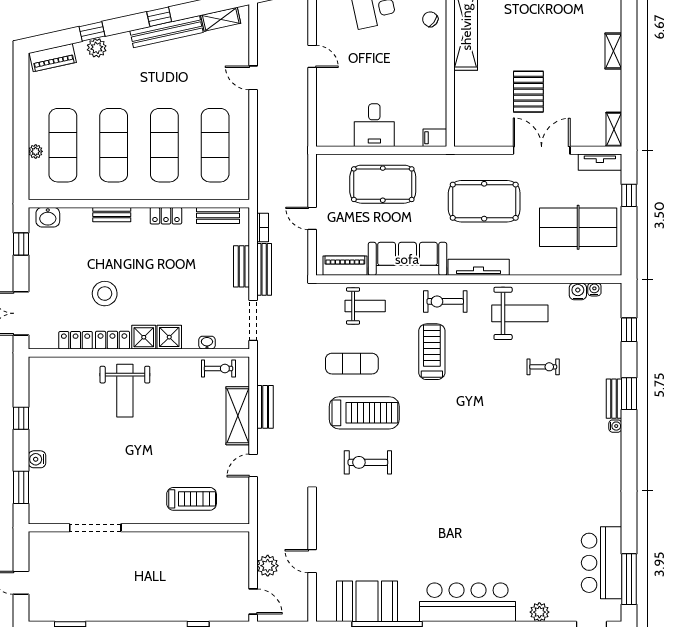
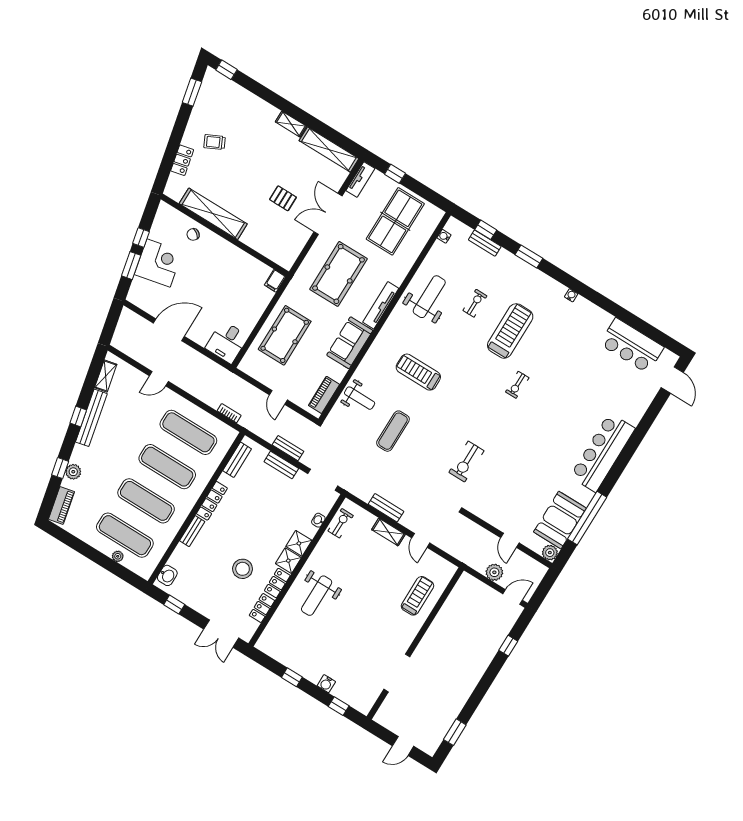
door: (312, 56) -> (169, 330), width x1.88
pallet: (528, 92) -> (283, 198), width x0.67, depth x0.71
desk: (374, 125) -> (227, 342), moved, turned 90
shelving: (614, 129) -> (329, 150), width x2.20, depth x1.33
locker: (166, 216) -> (212, 501), width x1.53
door: (312, 218) -> (278, 397), hinge flipped
bookcase: (263, 227) -> (229, 413), moved
sofa: (407, 259) -> (350, 343), width x0.73
bench: (264, 269) -> (288, 448), width x0.73
water cooler: (578, 291) -> (438, 248), removed
exercise bike: (445, 301) -> (517, 385), moved, width x0.73, depth x0.72
weight bench: (365, 306) -> (360, 398), turned 90
weight bench: (125, 391) -> (317, 596), turned 90
bench: (614, 399) -> (485, 243), moved
treadmill: (364, 413) -> (510, 331), moved
shelving: (238, 416) -> (388, 532), width x0.67, depth x0.75
water cooler: (615, 426) -> (571, 295), moved
window: (21, 487) -> (339, 706), width x0.67
door: (312, 561) -> (510, 540), hinge flipped
window: (629, 579) -> (654, 334), removed
plant: (539, 612) -> (550, 553), moved

